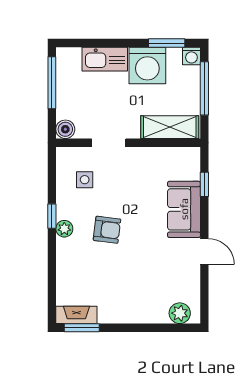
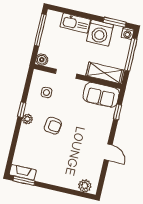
sofa: (184, 209) -> (101, 95), moved, turned -90

